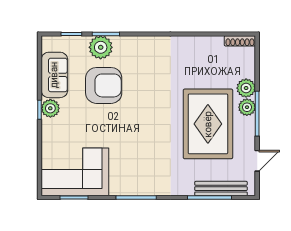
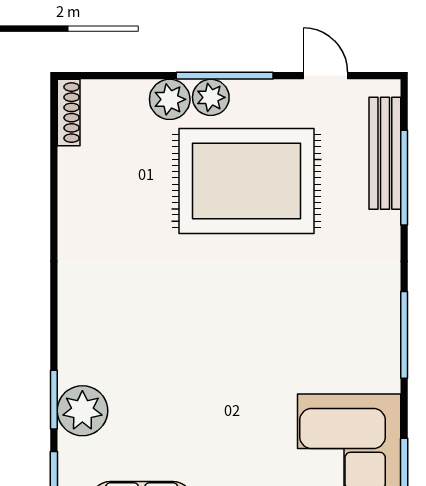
armchair: (104, 85) -> (164, 404), removed

